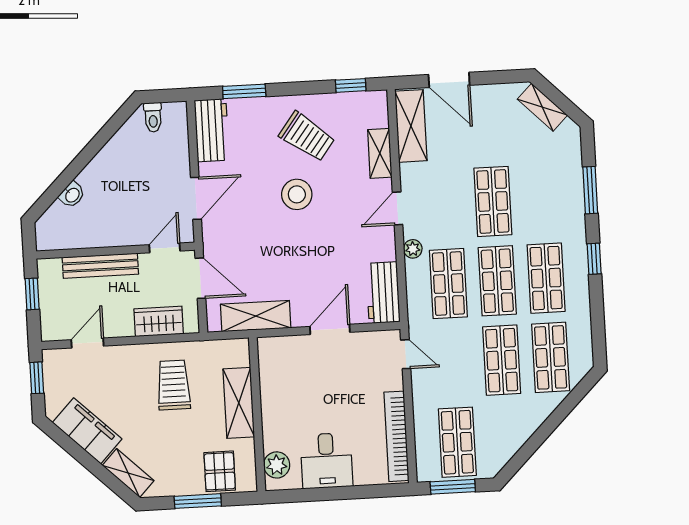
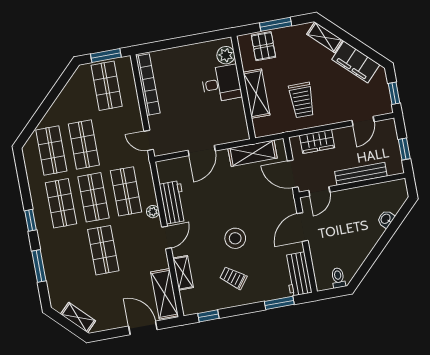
trolley: (307, 137) -> (233, 278), width x0.73, depth x0.72
workbench: (383, 293) -> (173, 202), moved
desk: (327, 461) -> (221, 84), moved, turned 90

